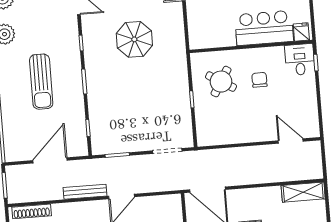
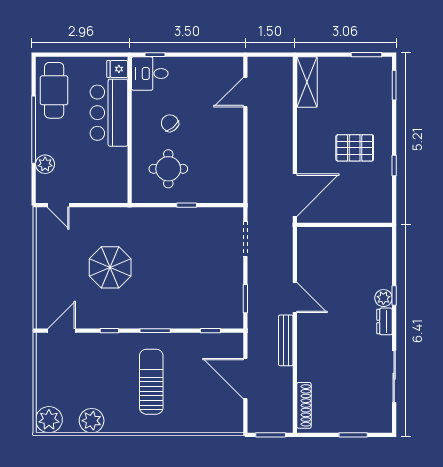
chair: (259, 80) -> (170, 123), turned 51
sun lounger: (41, 82) -> (151, 382), turned -90
round table: (221, 82) -> (168, 169), turned -31

